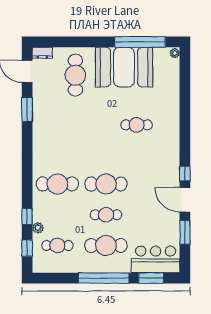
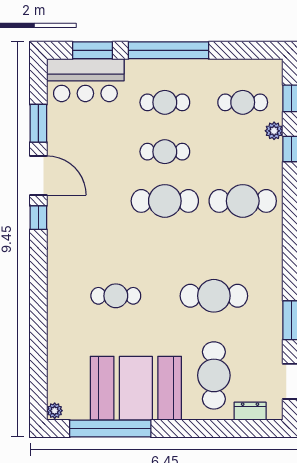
dresser: (42, 53) -> (250, 411), moved
cafe table: (75, 125) -> (214, 296), added
cafe table: (106, 246) -> (165, 102), width x0.73, depth x0.74

